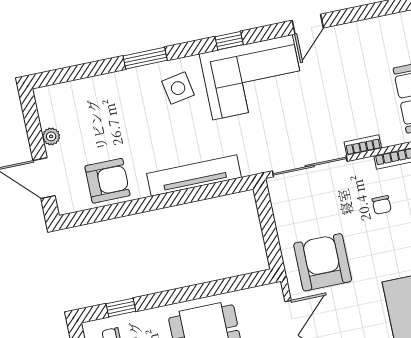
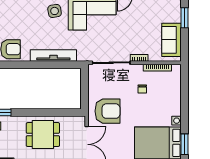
armchair: (323, 262) -> (108, 111), turned 90

